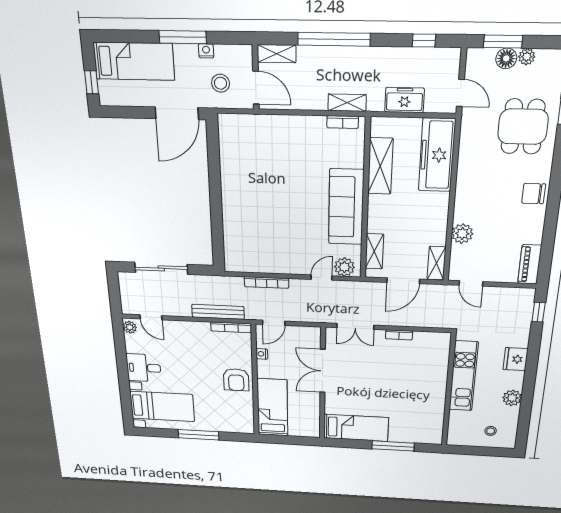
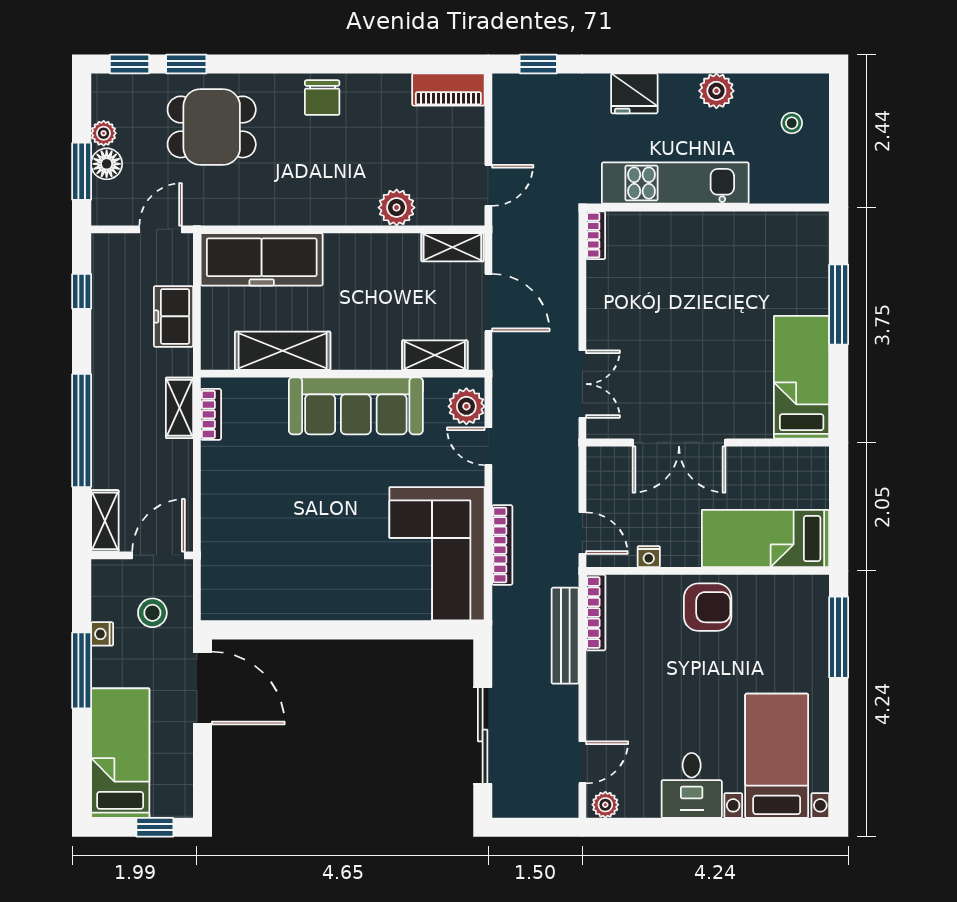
corner sofa: (261, 248) -> (437, 554), added
bookcase: (399, 335) -> (596, 235), moved
window: (199, 435) -> (839, 637), moved

